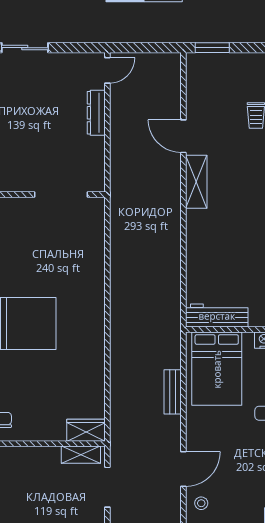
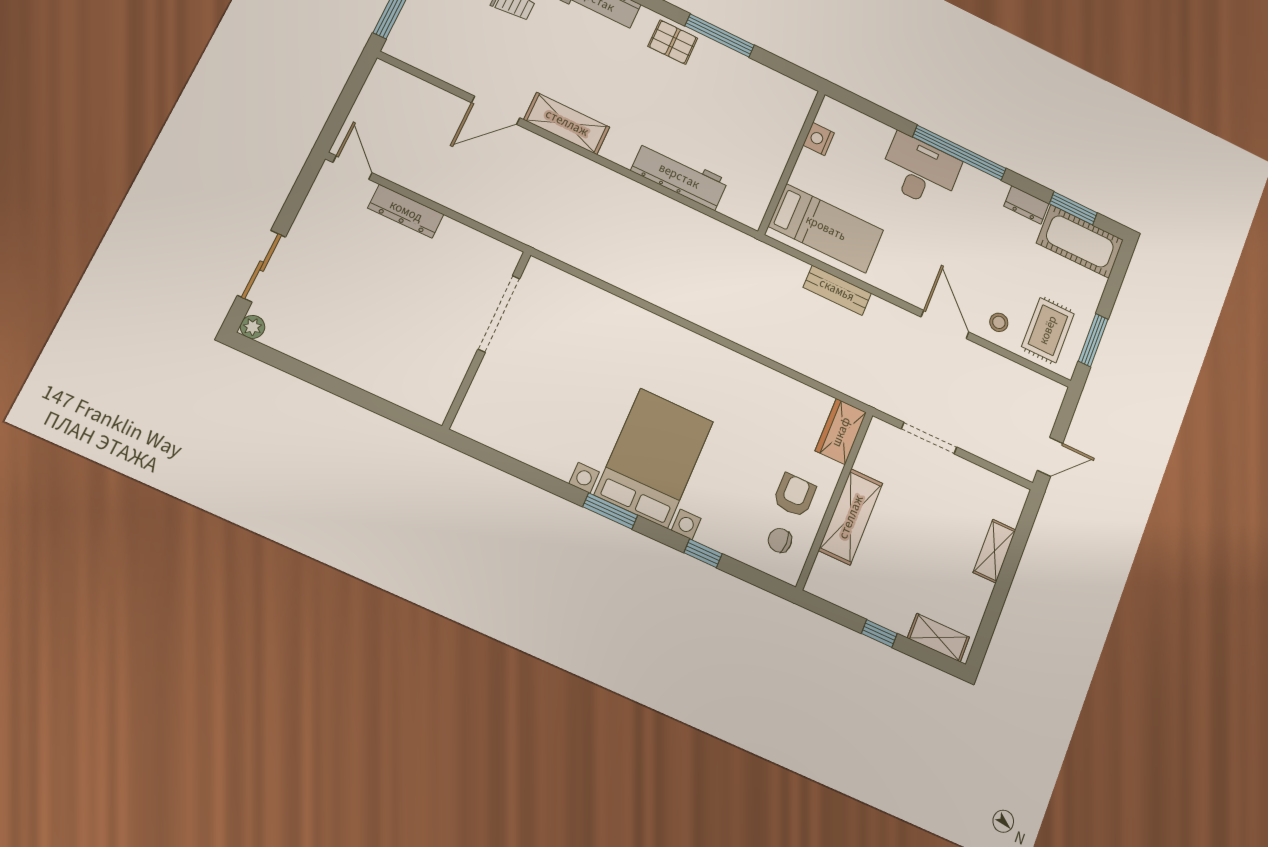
workbench: (217, 316) -> (679, 176), moved, turned 90
bed: (217, 369) -> (826, 228), width x0.67
armchair: (34, 418) -> (795, 495), added
shelving: (81, 455) -> (851, 517), moved, width x1.50, depth x1.33

